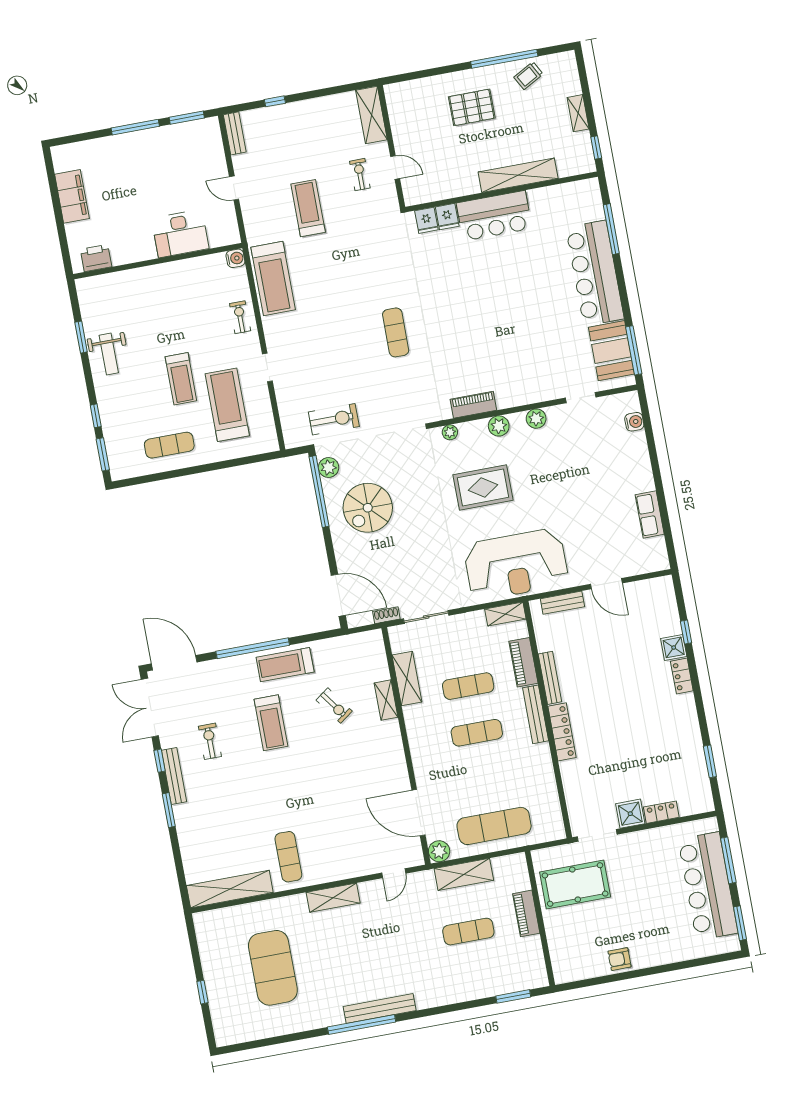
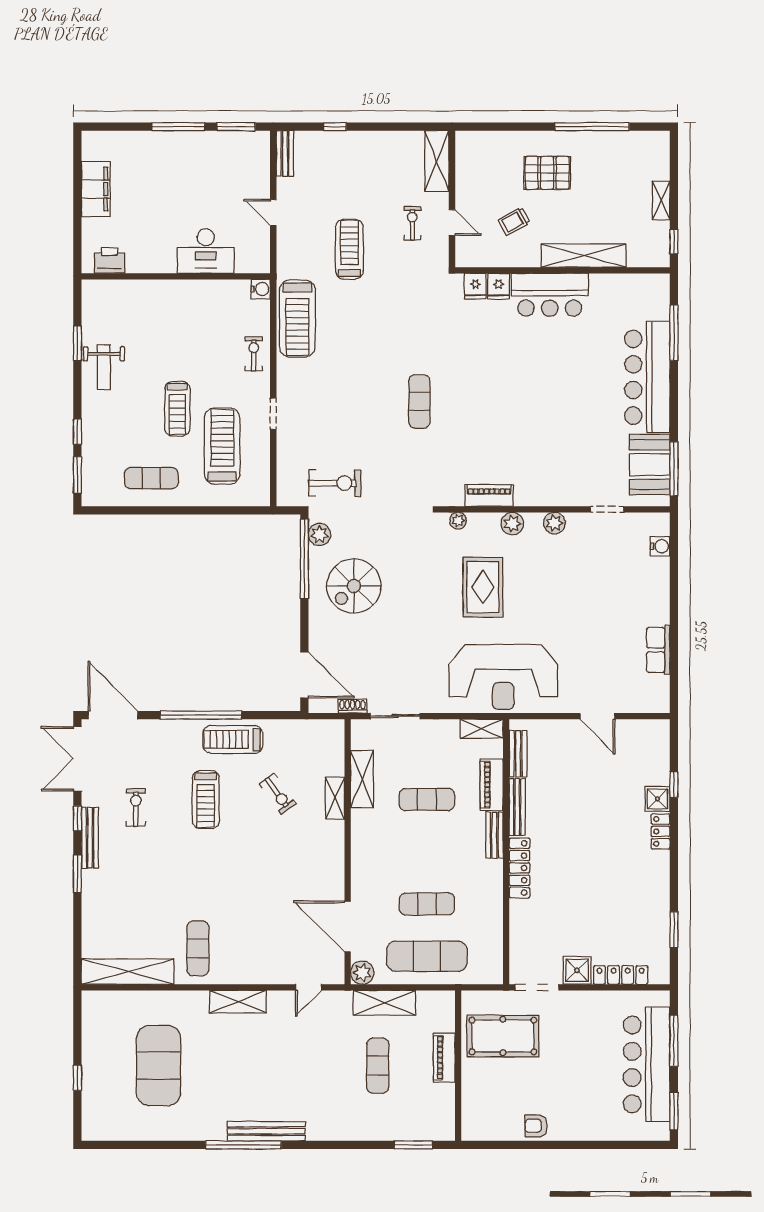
trolley: (528, 76) -> (514, 221), moved
rug: (483, 487) -> (483, 587), turned 90
bench: (562, 603) -> (518, 754), moved, turned 90
bench: (536, 714) -> (494, 835), width x0.73
exercise mat: (477, 733) -> (427, 904), moved
locker: (661, 812) -> (621, 975), width x1.53
exercise mat: (468, 932) -> (378, 1066), turned 90

